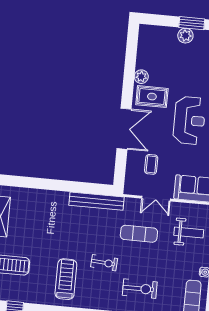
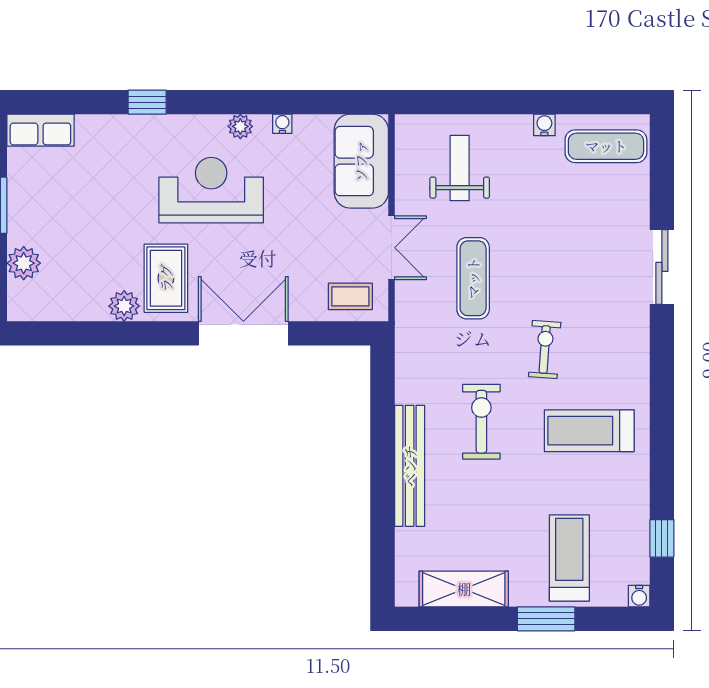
plant: (185, 36) -> (24, 263), moved
coffee table: (151, 164) -> (350, 296), moved
bench: (96, 201) -> (410, 466), moved
exercise bike: (140, 289) -> (481, 422), moved

